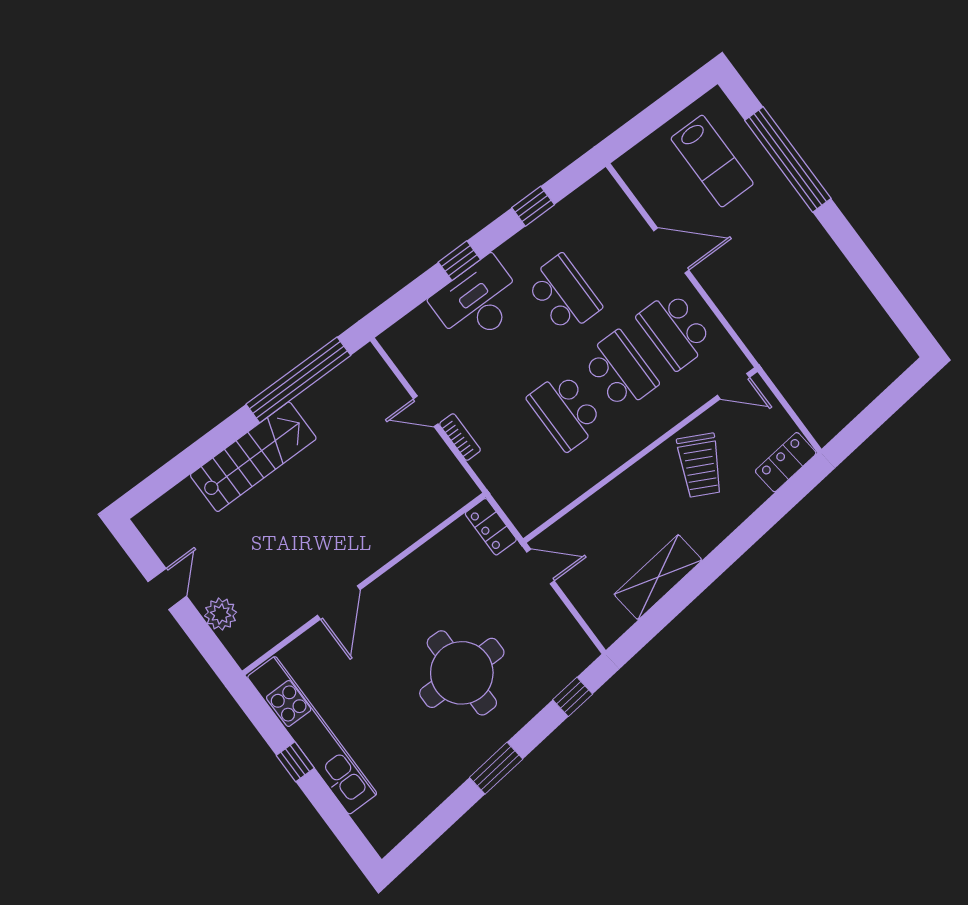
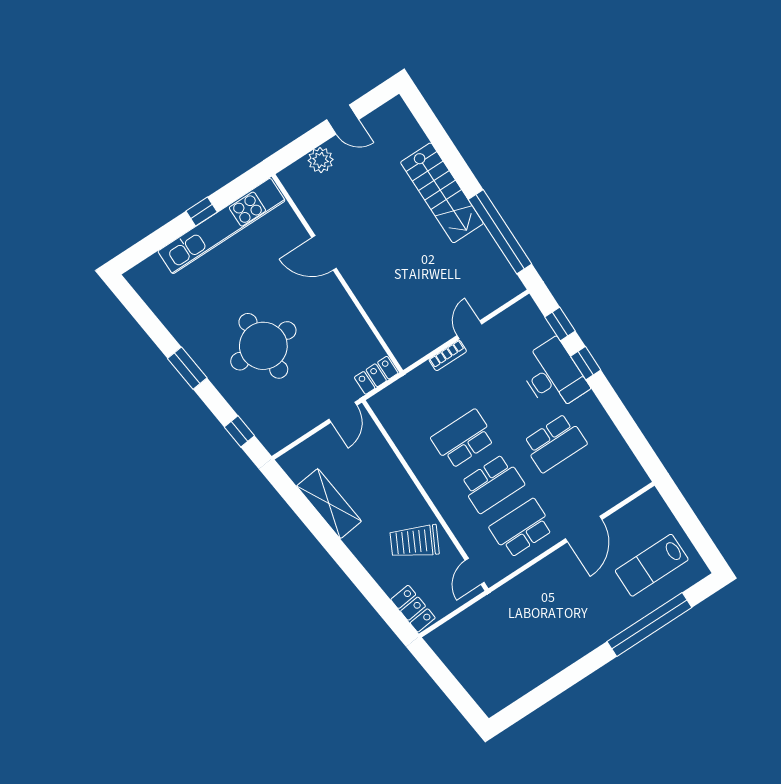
window: (533, 206) -> (560, 324), moved

